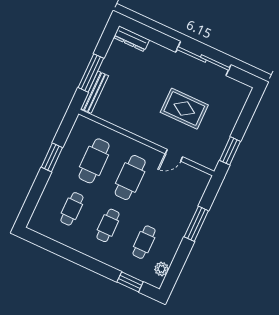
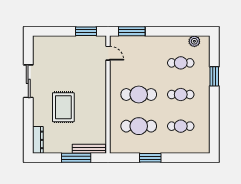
sliding door: (203, 59) -> (28, 81), width x0.73
rug: (184, 109) -> (63, 107), moved
door: (174, 155) -> (108, 53), moved
window: (196, 224) -> (132, 31), moved
window: (130, 282) -> (214, 76), moved

